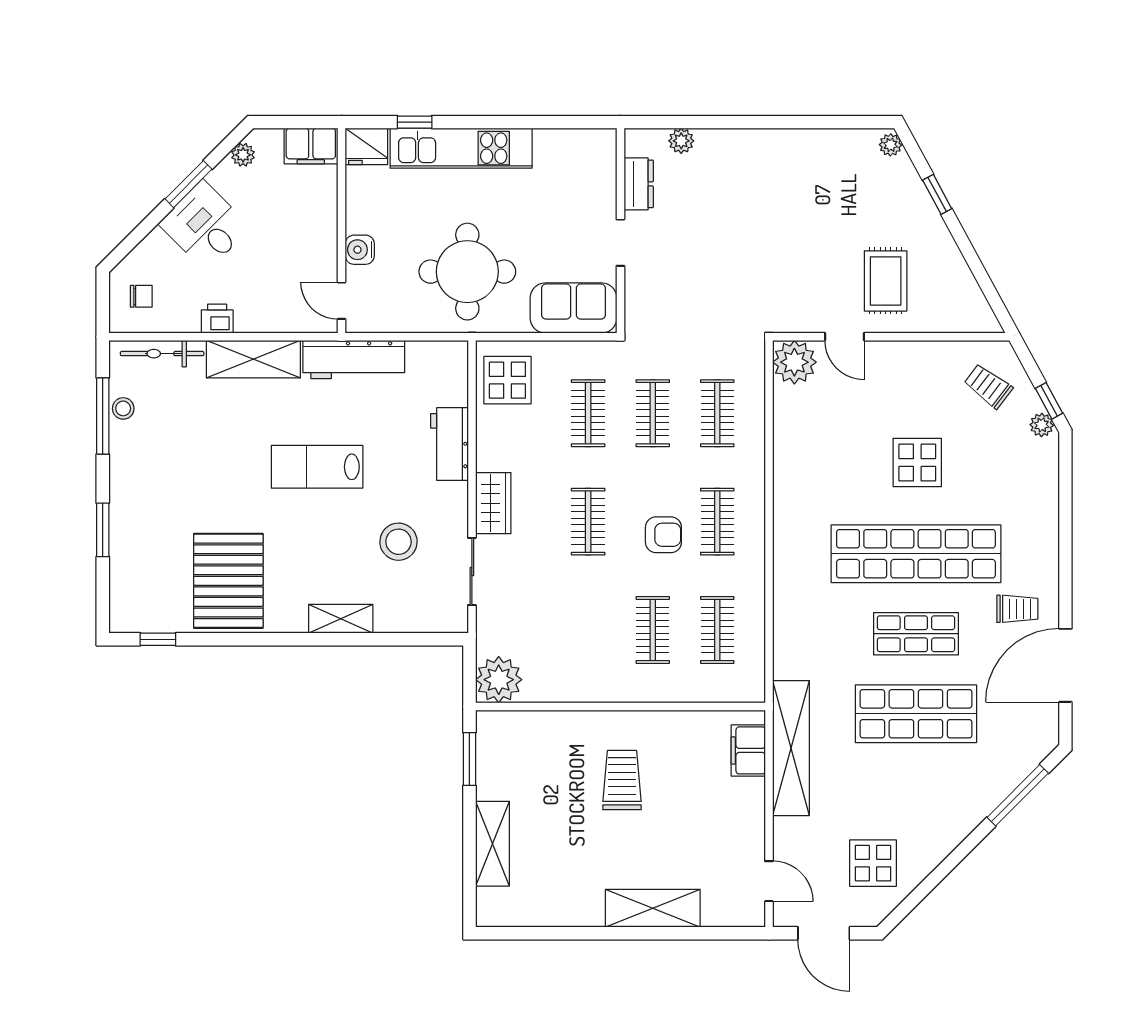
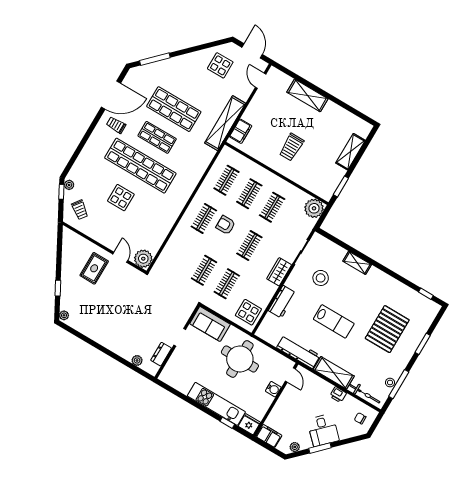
clothes rail: (717, 413) -> (272, 207), moved
pallet: (228, 581) -> (387, 329), moved

